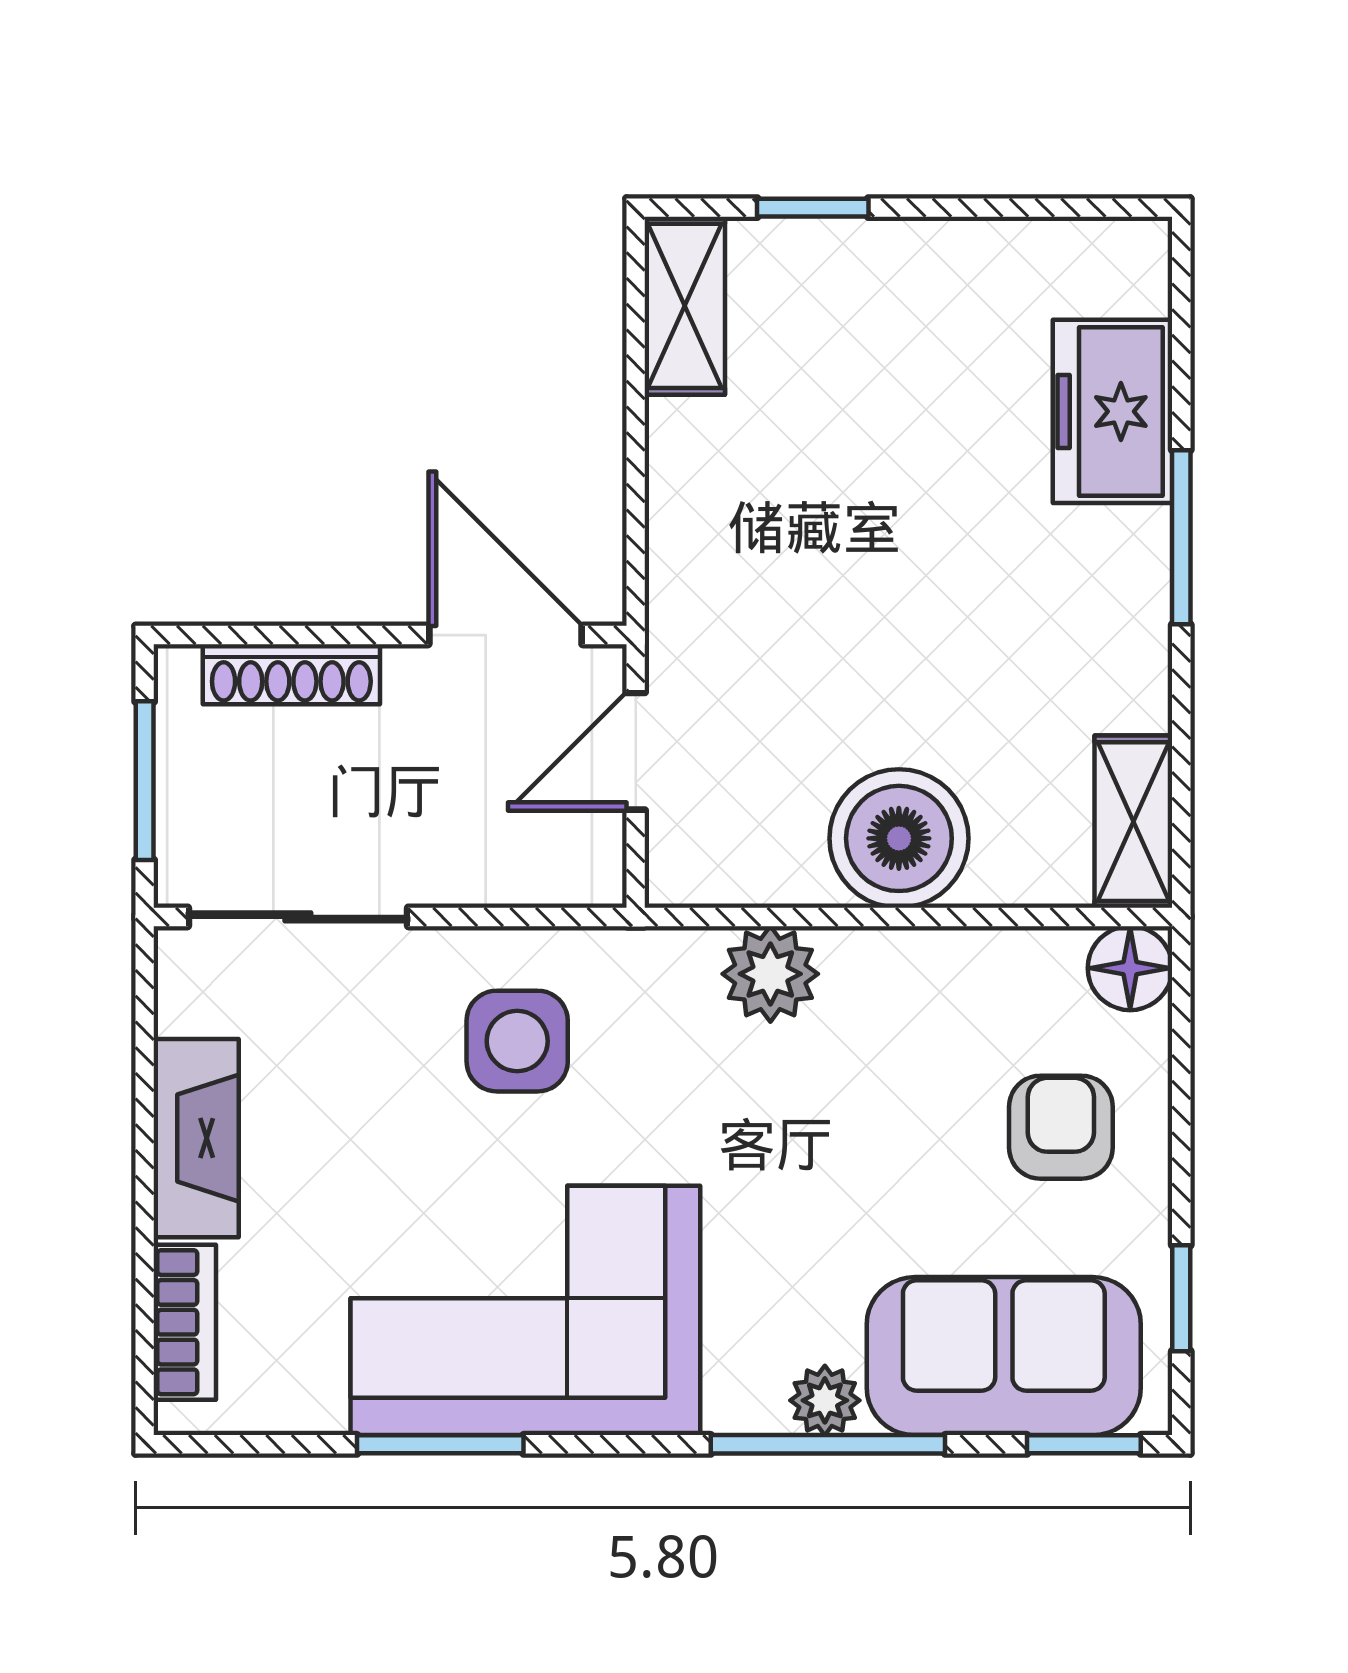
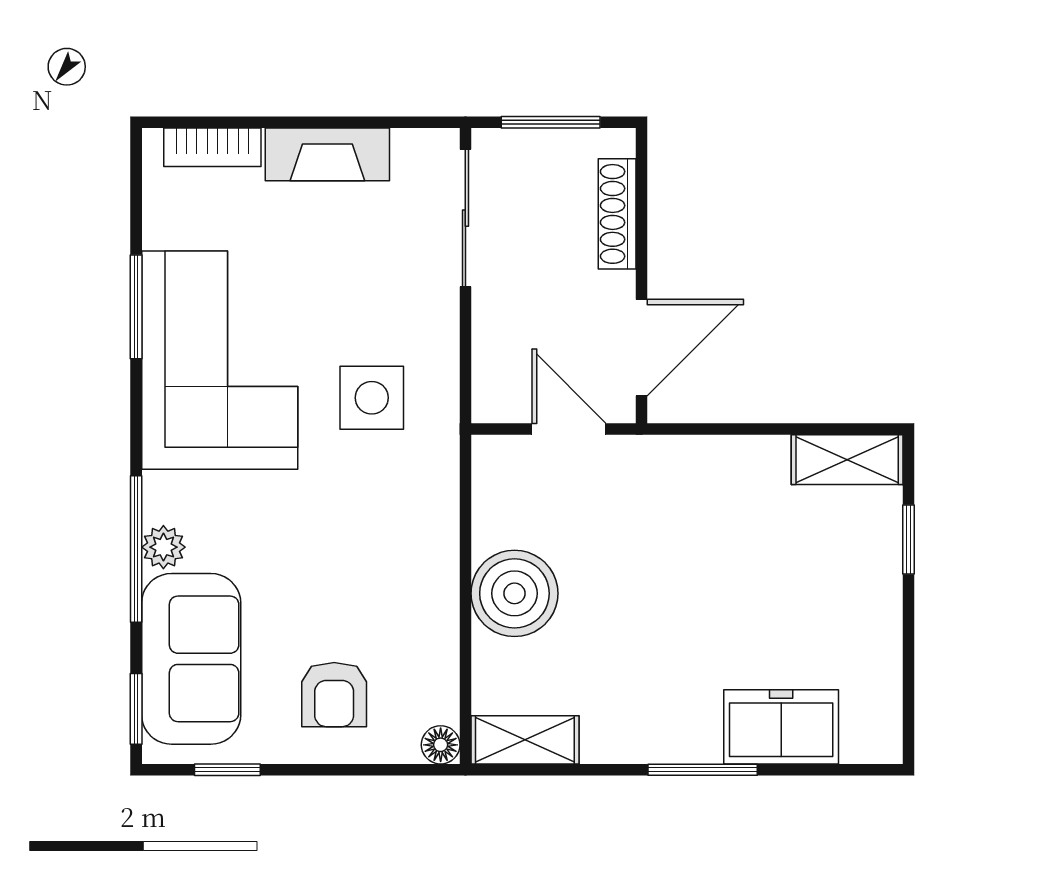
floor lamp: (1130, 968) -> (441, 745), width x0.73, depth x0.73
plant: (770, 974) -> (430, 513), removed
side table: (517, 1041) -> (372, 398), moved
armchair: (1061, 1127) -> (334, 695), turned 90

